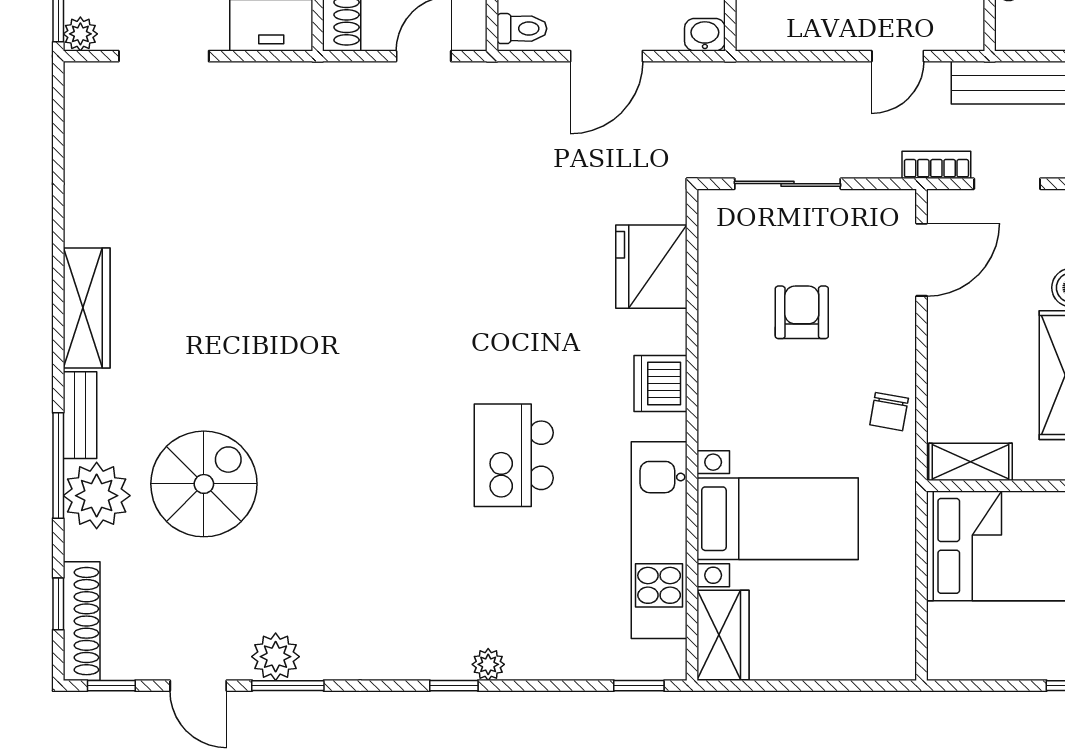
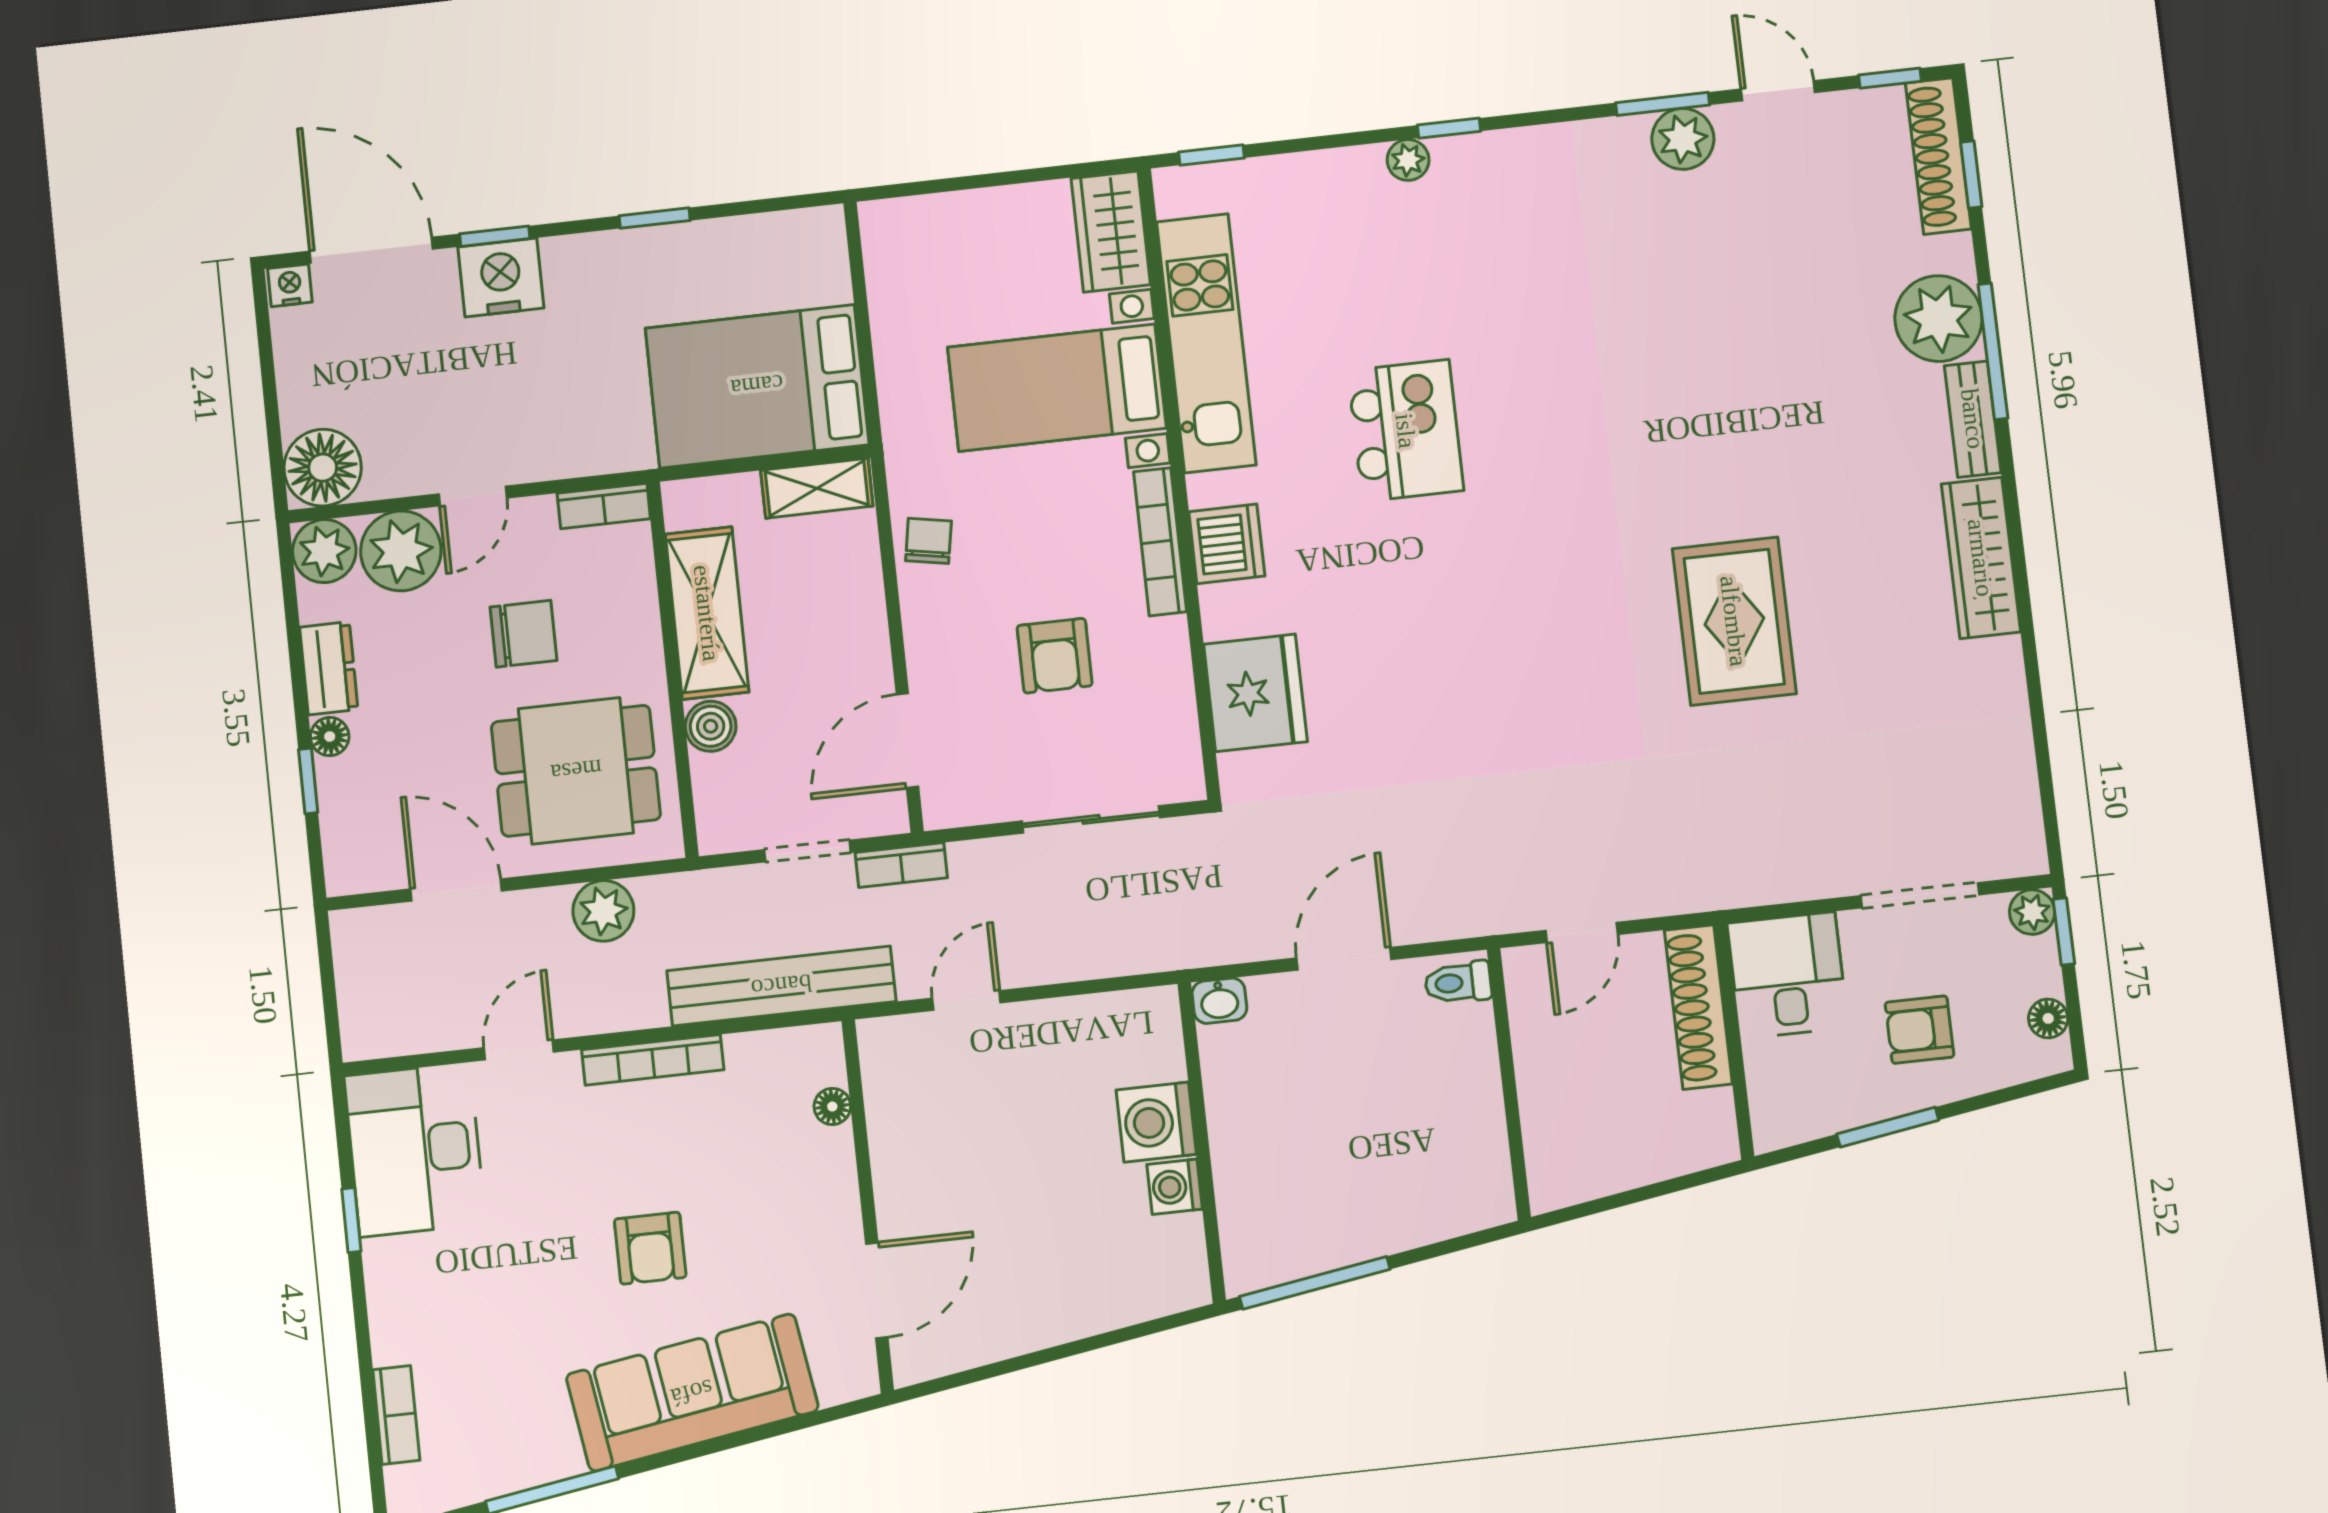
rug: (280, 281) -> (1734, 621), added
bookcase: (711, 391) -> (1160, 542), added
spiral stairs: (204, 484) -> (1802, 349), removed

